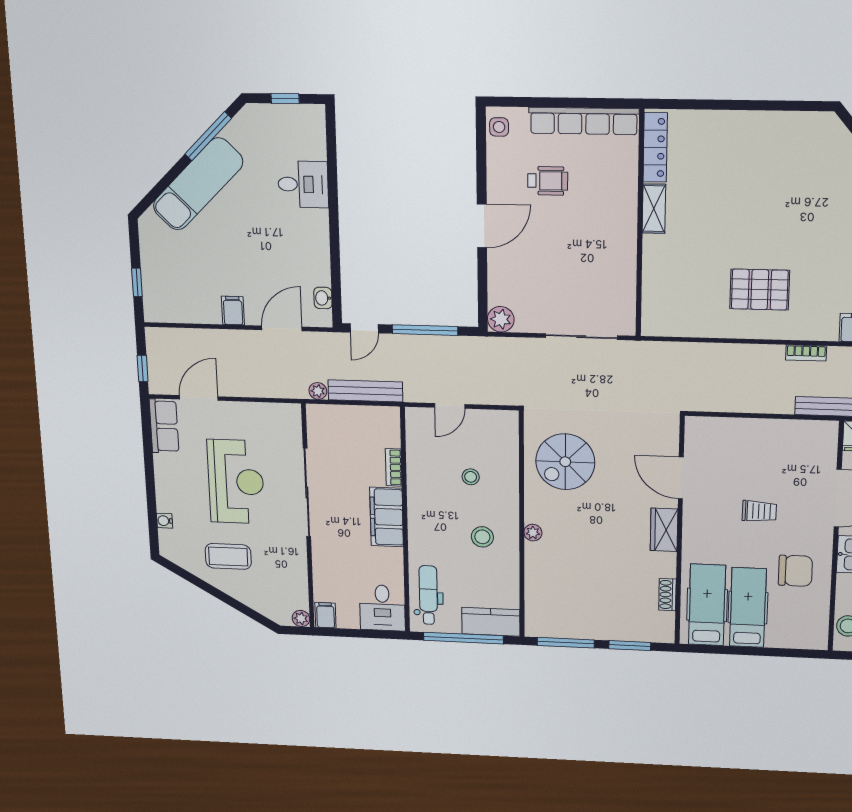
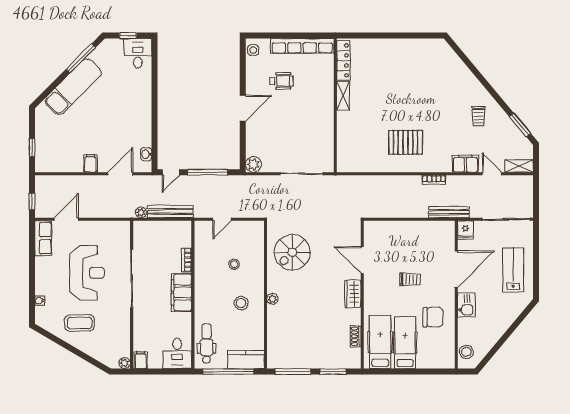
desk: (303, 184) -> (138, 53), moved, turned -90

